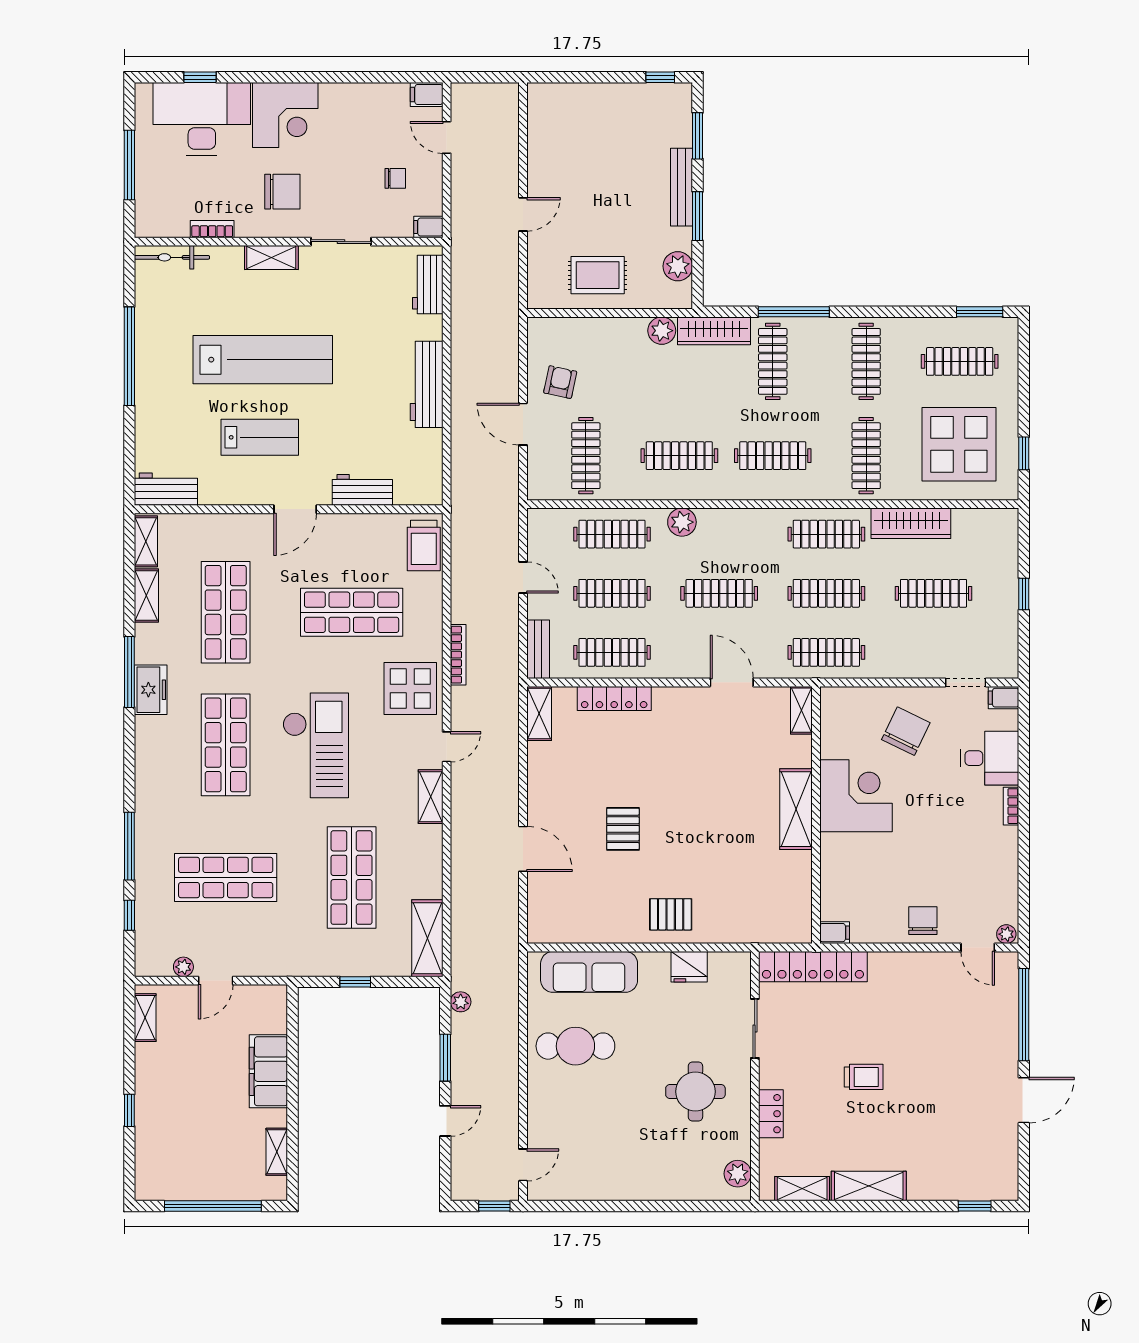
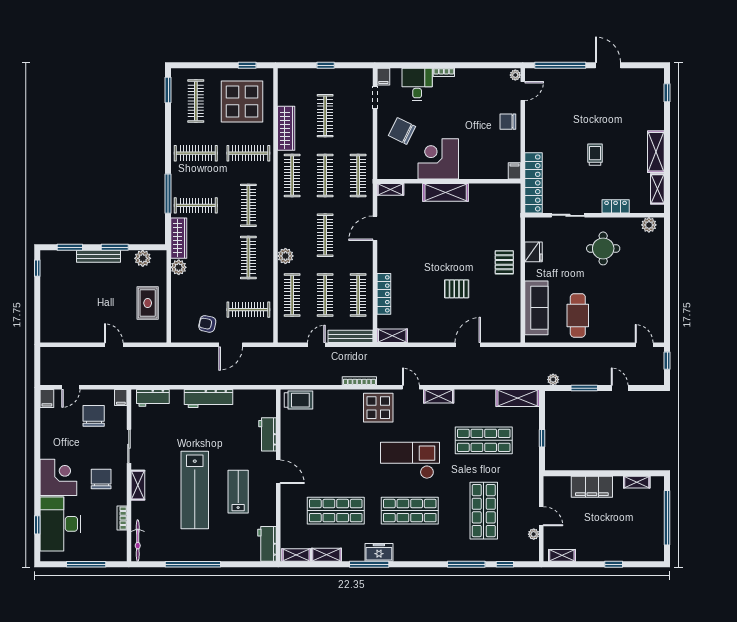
chair: (395, 178) -> (94, 416), width x1.87, depth x1.87
lab bench: (263, 360) -> (195, 490), turned 180
shop shelf: (352, 612) -> (336, 440), removed
bench: (538, 649) -> (350, 336), width x1.36

